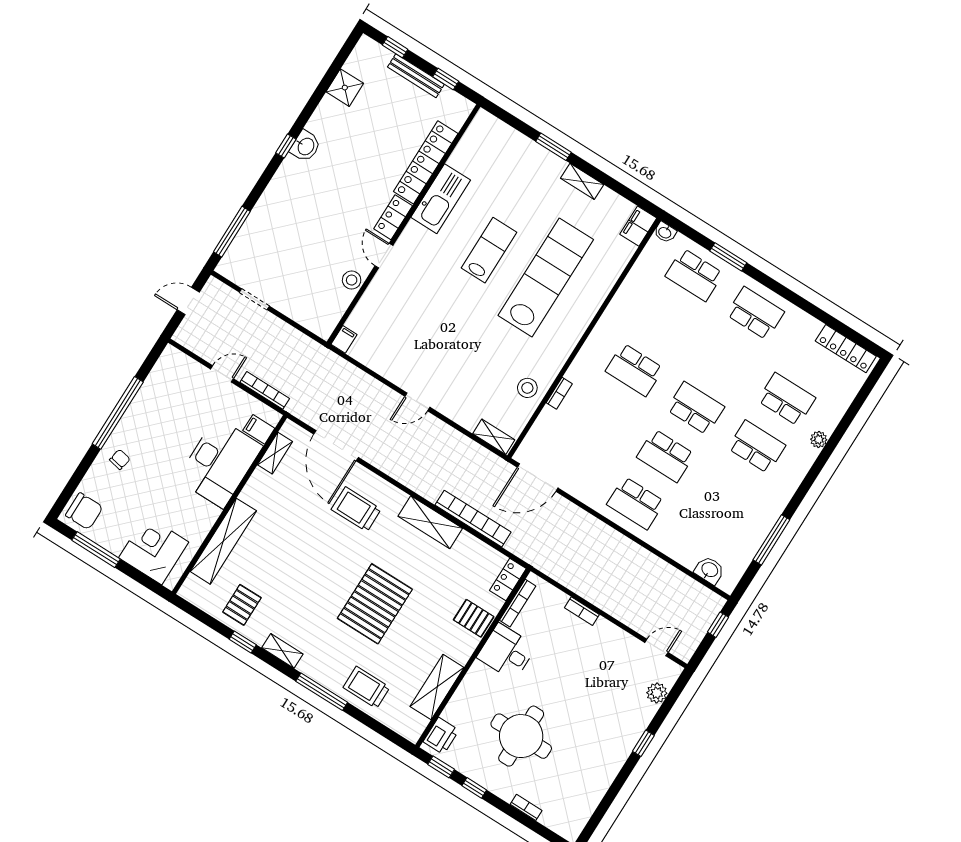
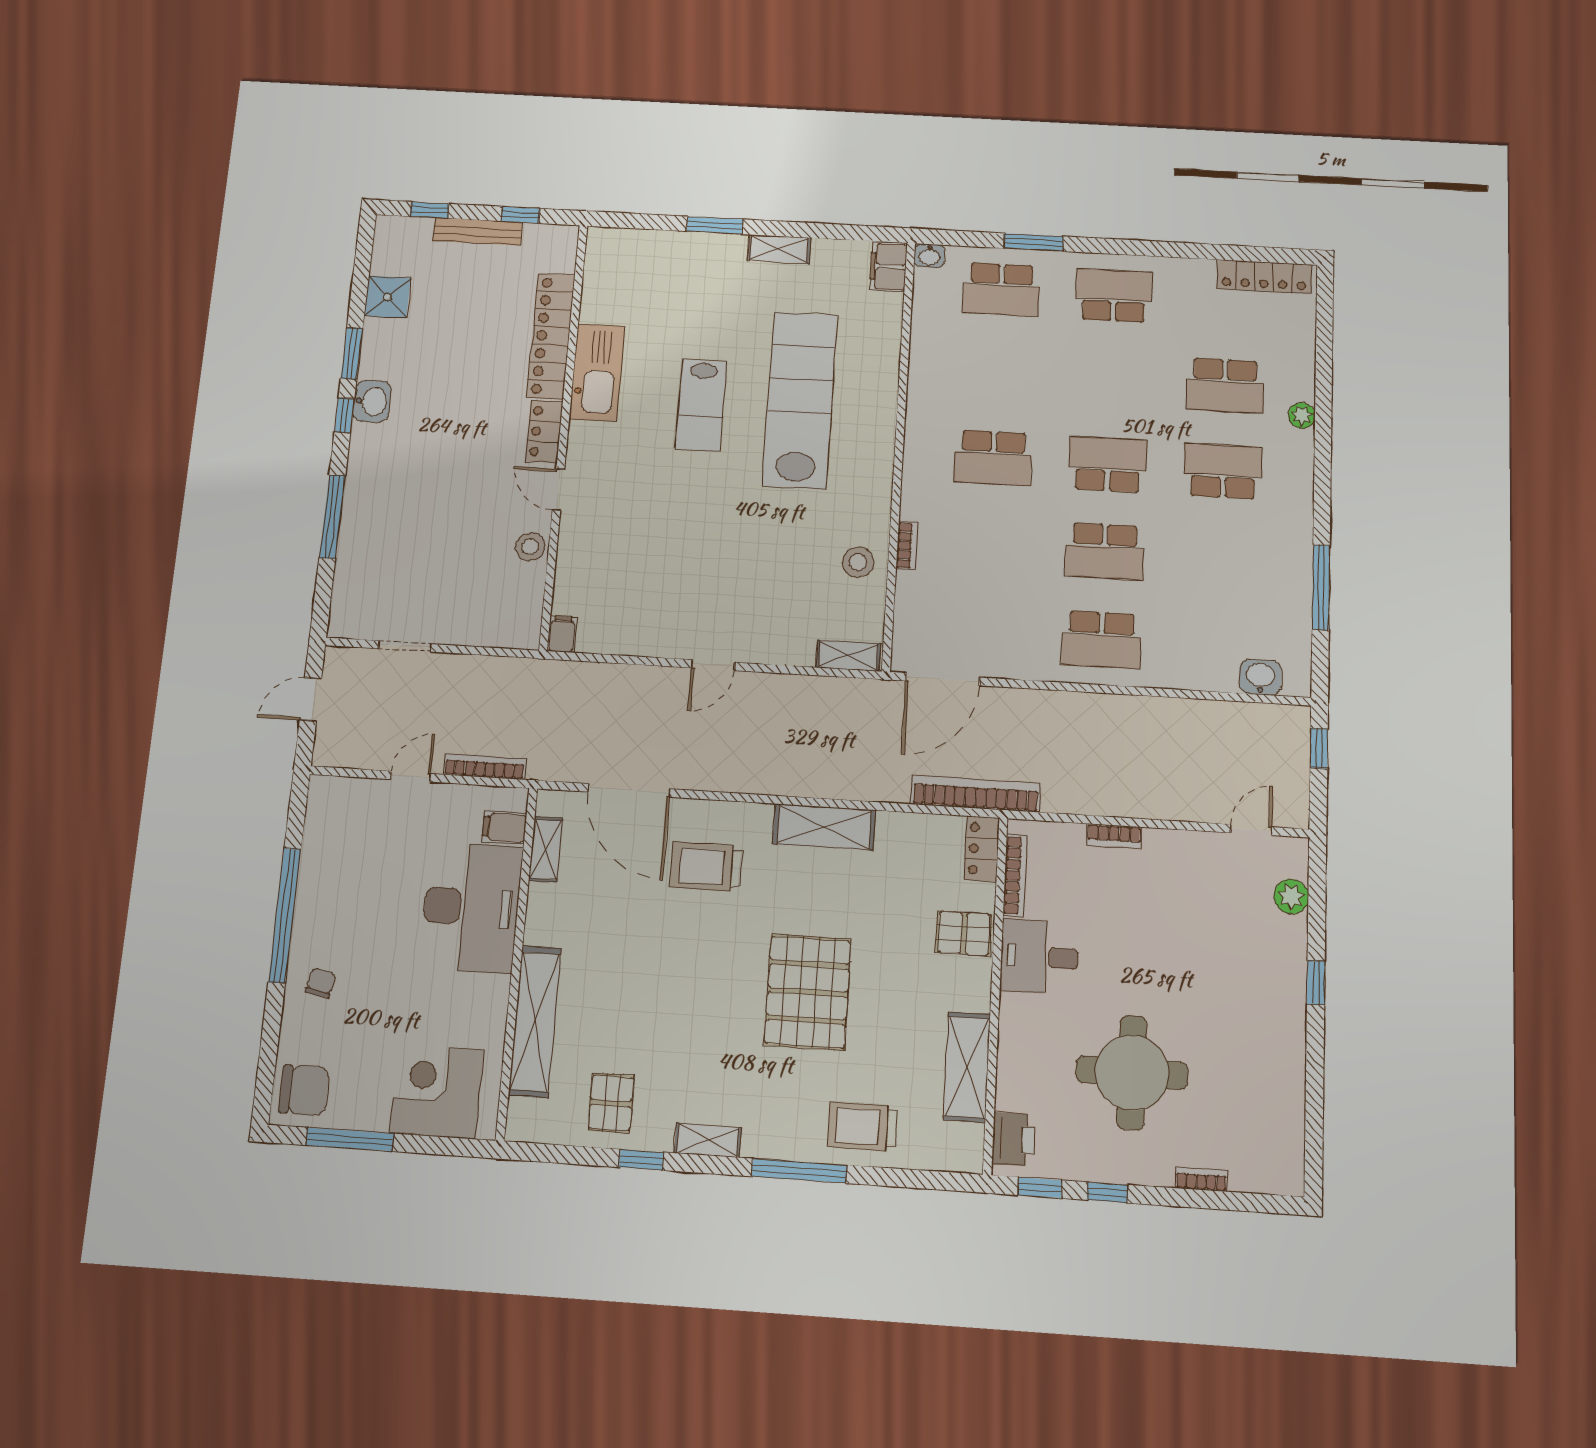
window: (308, 111) -> (352, 353), added
window: (232, 232) -> (332, 517), moved
lab bench: (489, 250) -> (701, 405), turned 180
school desk: (787, 399) -> (1225, 386), turned 180
bookcase: (473, 519) -> (976, 794), moved

